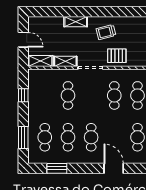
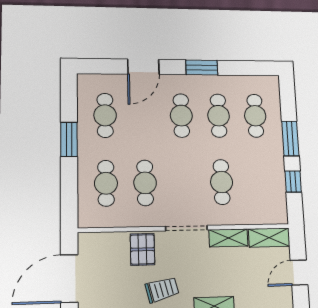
door: (23, 40) -> (299, 273), hinge flipped
pallet: (117, 56) -> (142, 249), turned 90
window: (23, 137) -> (290, 139), moved
window: (57, 168) -> (202, 68), moved
door: (114, 168) -> (143, 67), hinge flipped

